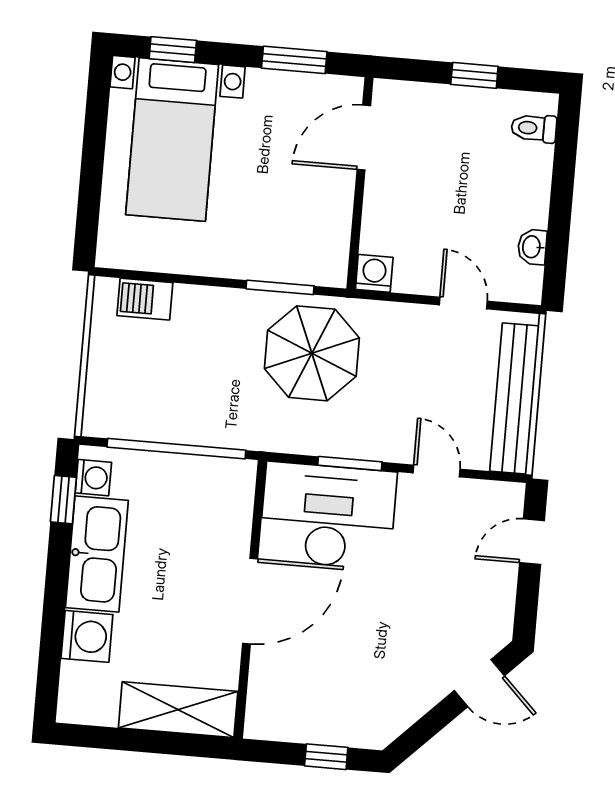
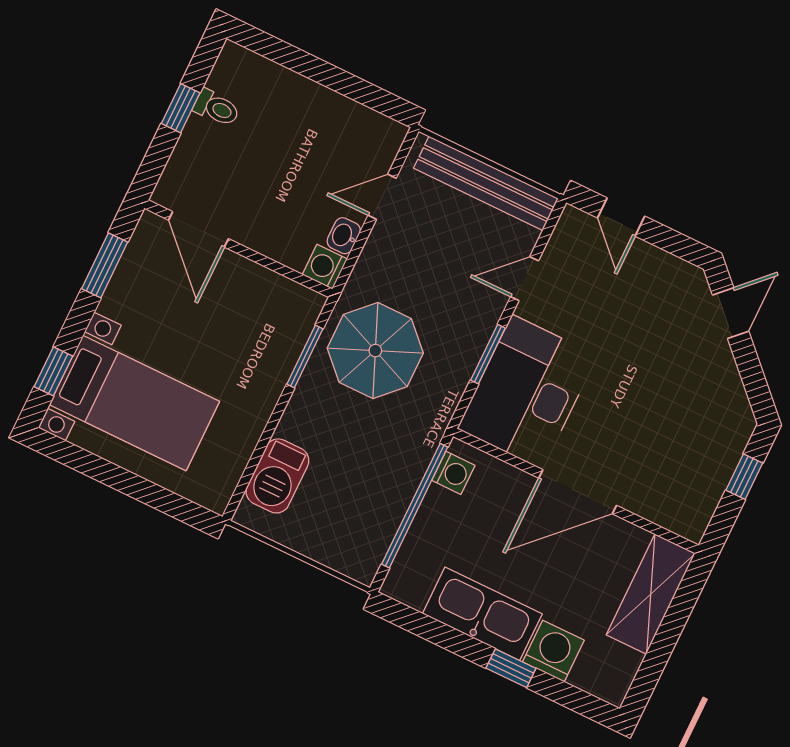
toilet: (534, 128) -> (217, 108), moved, turned -90
washbasin: (532, 247) -> (344, 236), moved, turned 90
barbecue: (145, 299) -> (277, 476), width x1.38, depth x1.27
washing machine: (93, 478) -> (453, 473), moved, turned 90
window: (63, 500) -> (511, 668), moved
door: (250, 601) -> (578, 492), swing flipped

